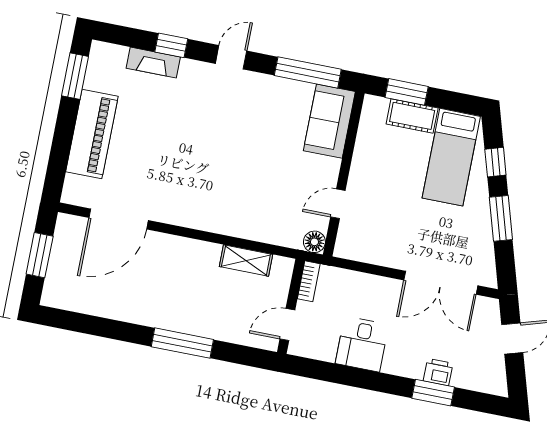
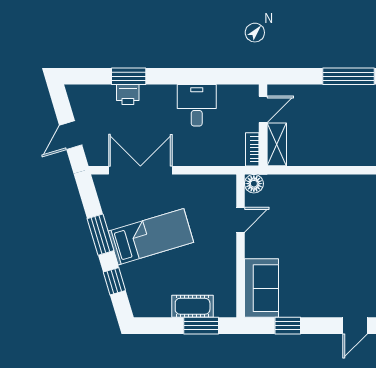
window: (308, 72) -> (288, 326), width x0.46
bed: (451, 157) -> (151, 237), moved, turned 73
shelving: (246, 261) -> (277, 144), moved, turned 90

